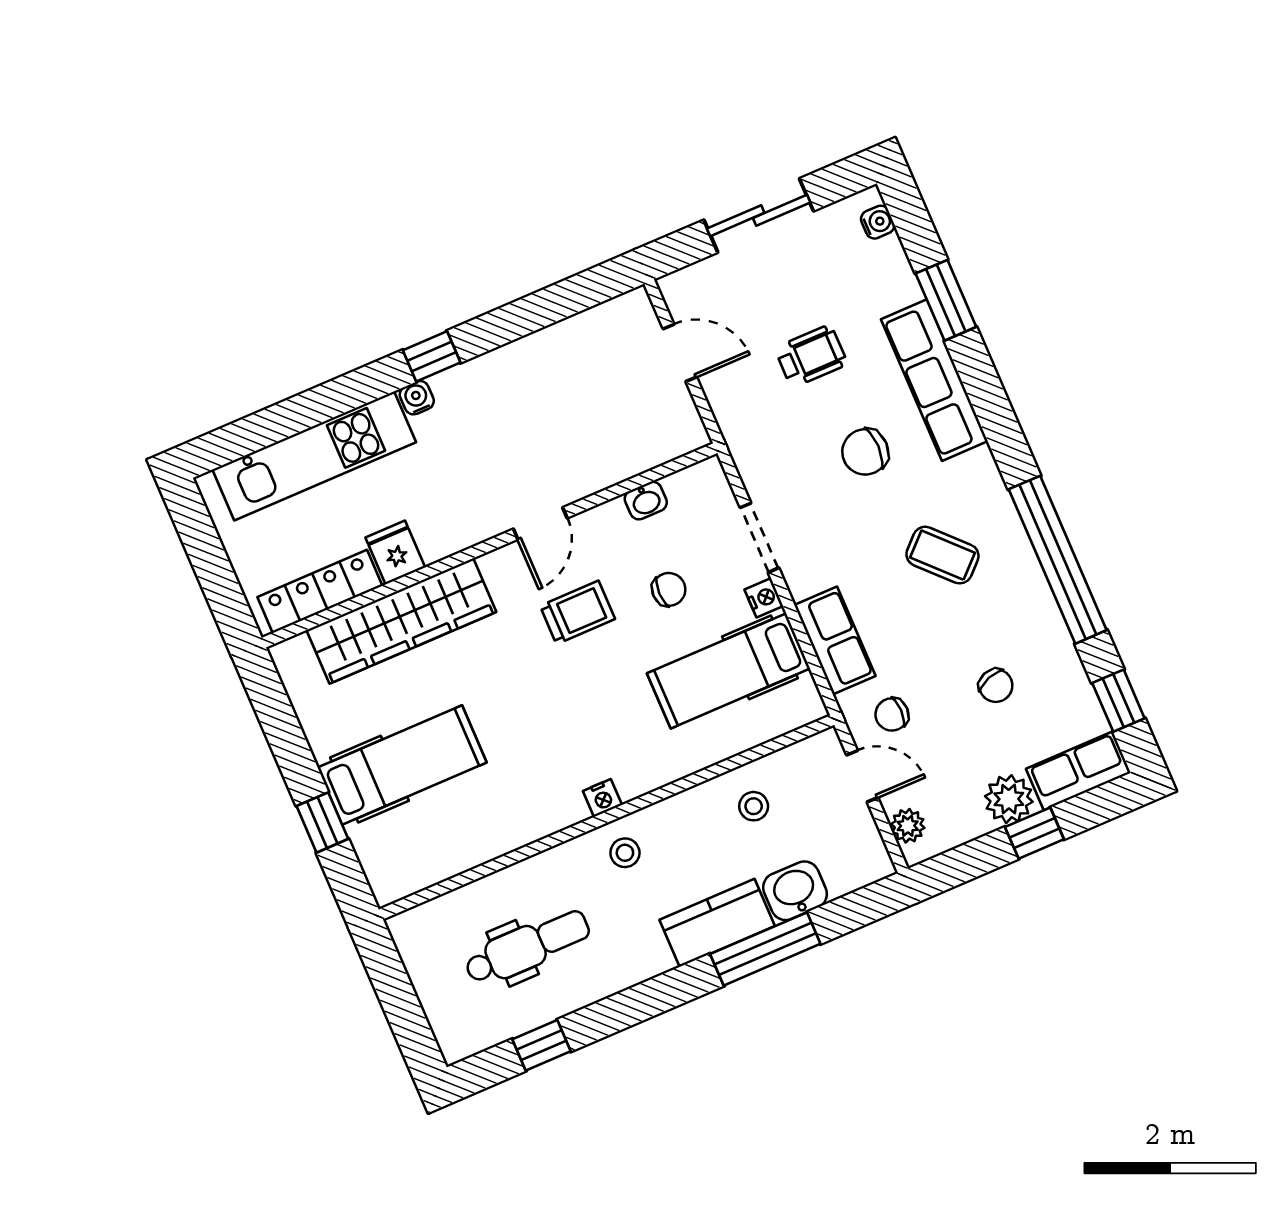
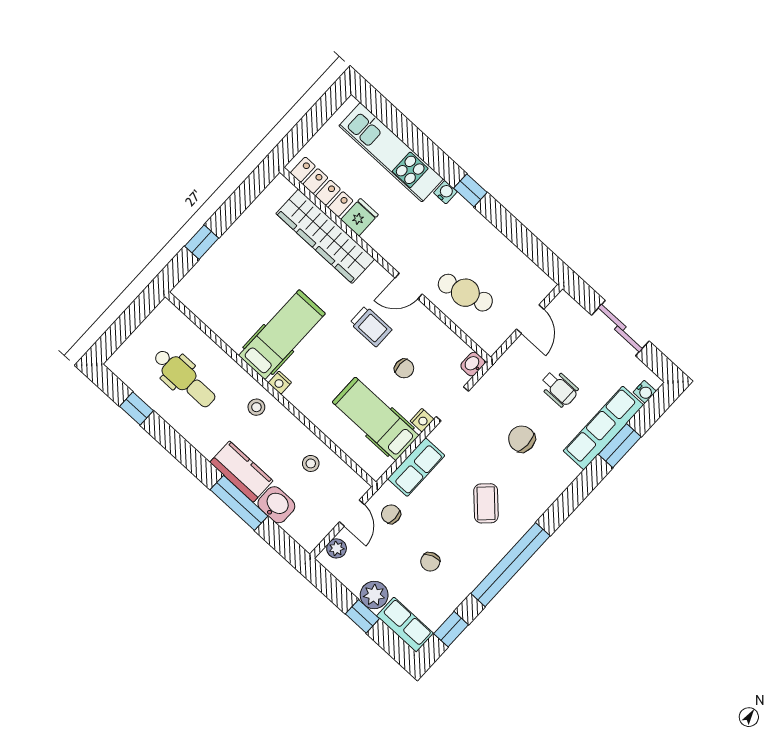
row of seats: (934, 380) -> (603, 428), moved
cafe table: (591, 438) -> (465, 293), added
washbasin: (646, 501) -> (473, 364), moved, turned 90
hospital bed: (402, 765) -> (282, 335), moved, turned -90

